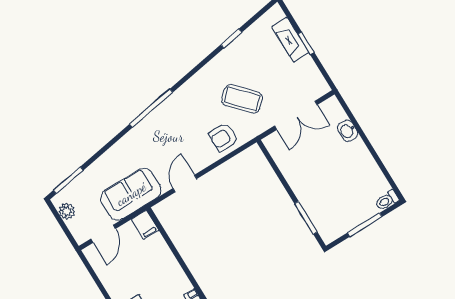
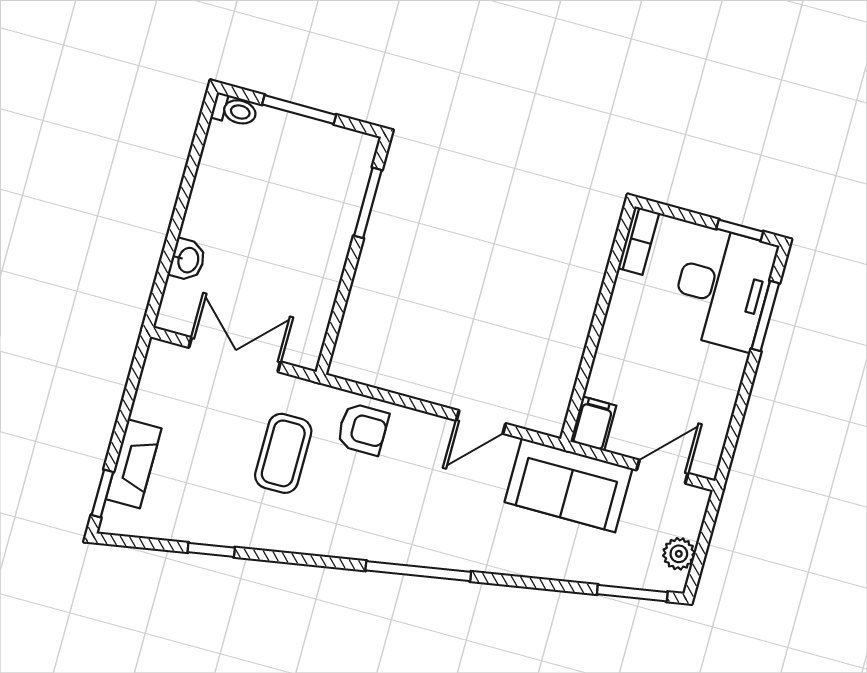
window: (306, 43) -> (102, 493), moved
coffee table: (242, 99) -> (283, 453), turned 43

